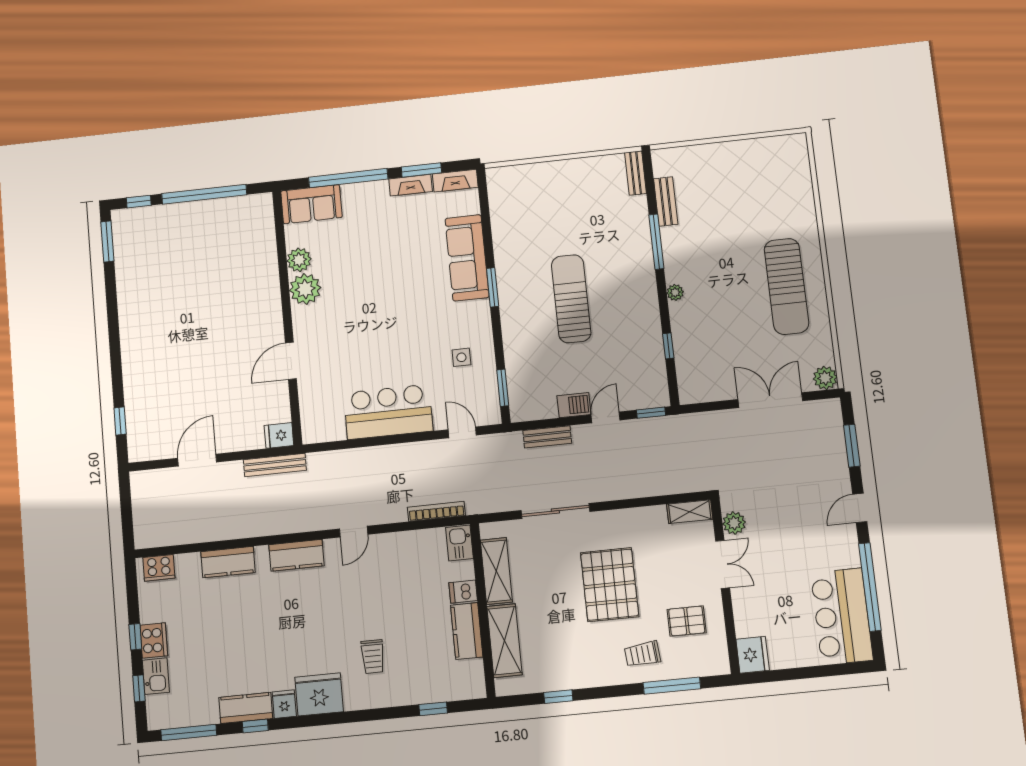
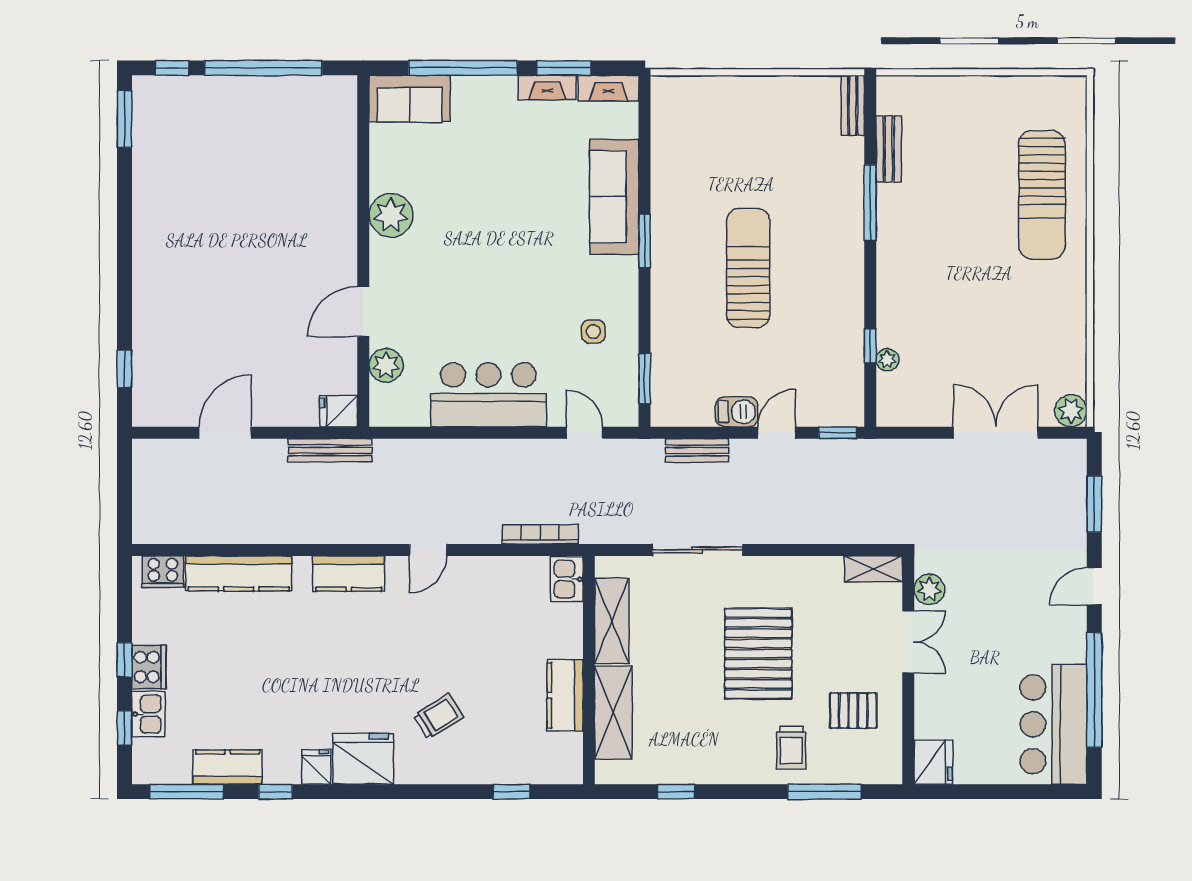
plant: (299, 260) -> (386, 365), moved
sun lounger: (786, 286) -> (1042, 195), moved
plant: (675, 292) -> (887, 360), moved
kitchen counter: (228, 562) -> (239, 573), width x1.50
dishwasher: (463, 592) -> (565, 644), removed
trolley: (642, 654) -> (791, 748), turned -85
trolley: (373, 656) -> (438, 716), turned -122
kitchen counter: (246, 708) -> (228, 767), moved

